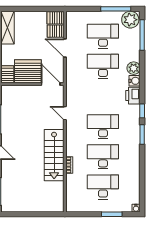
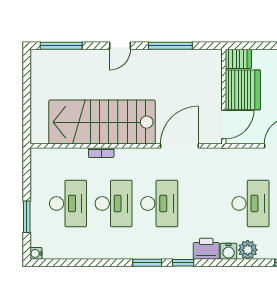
door: (65, 113) -> (180, 146), width x1.87
stairs: (54, 155) -> (102, 122), width x1.36, depth x1.51

